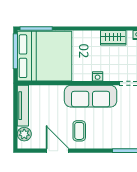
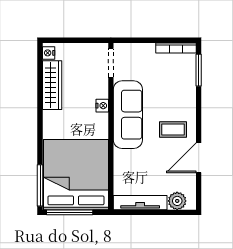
wardrobe: (113, 38) -> (52, 85), width x1.50

